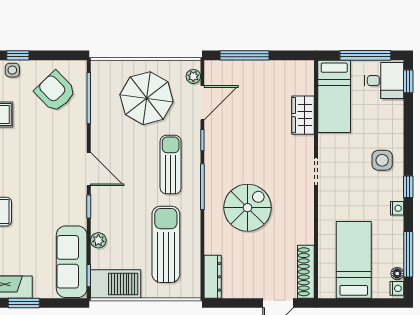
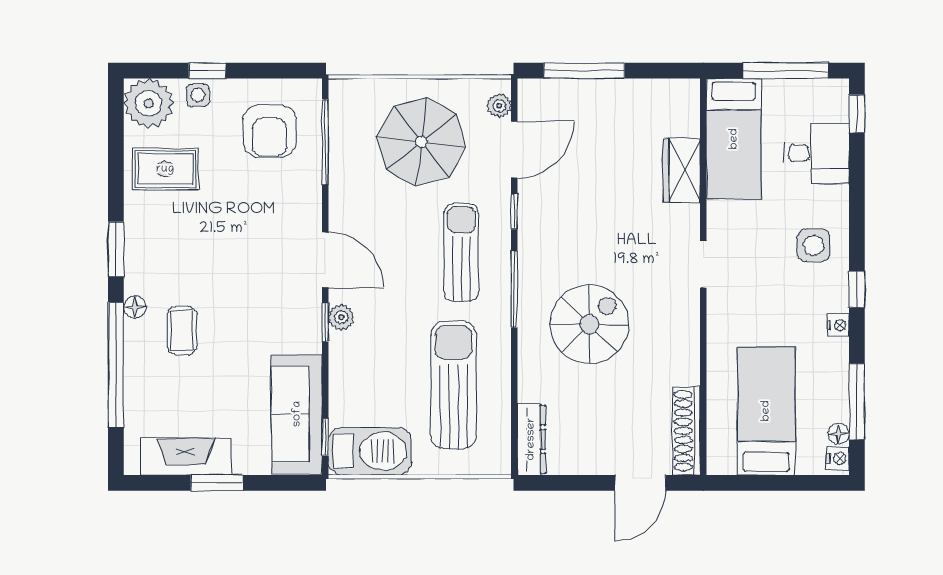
desk: (384, 81) -> (816, 153), moved
armchair: (55, 92) -> (269, 131), turned -136
plant: (98, 240) -> (341, 317), moved

